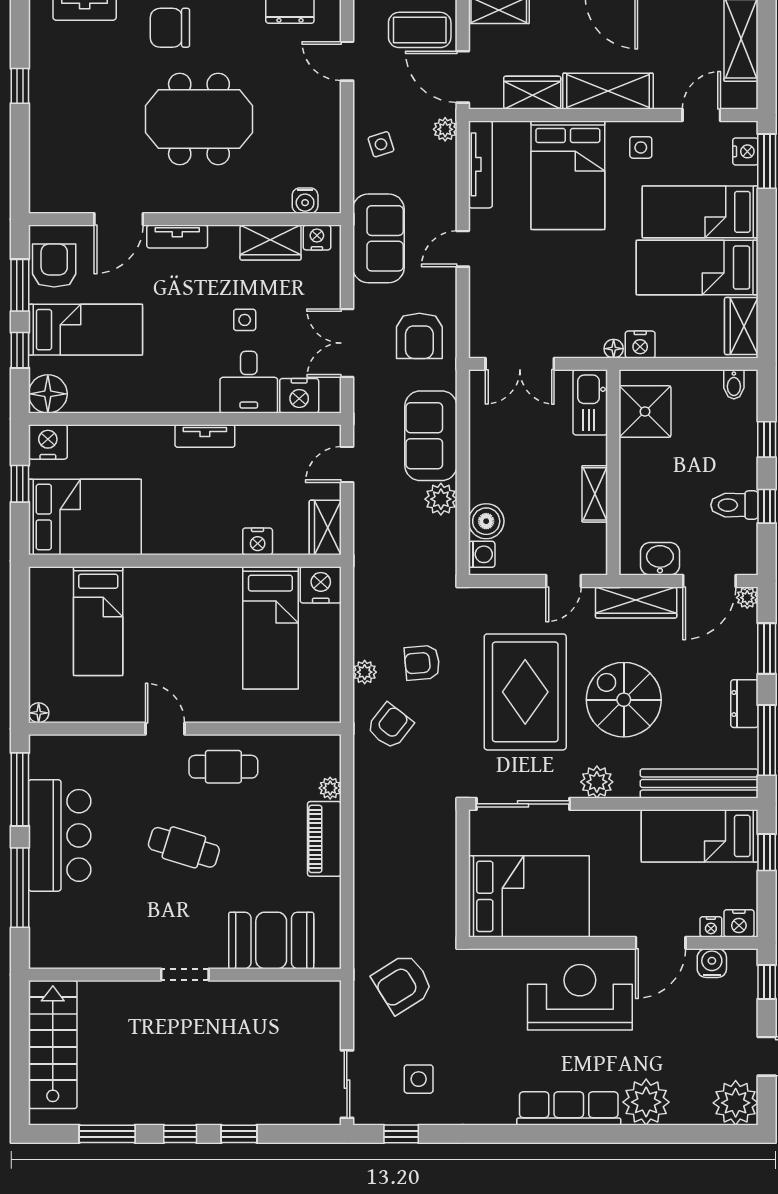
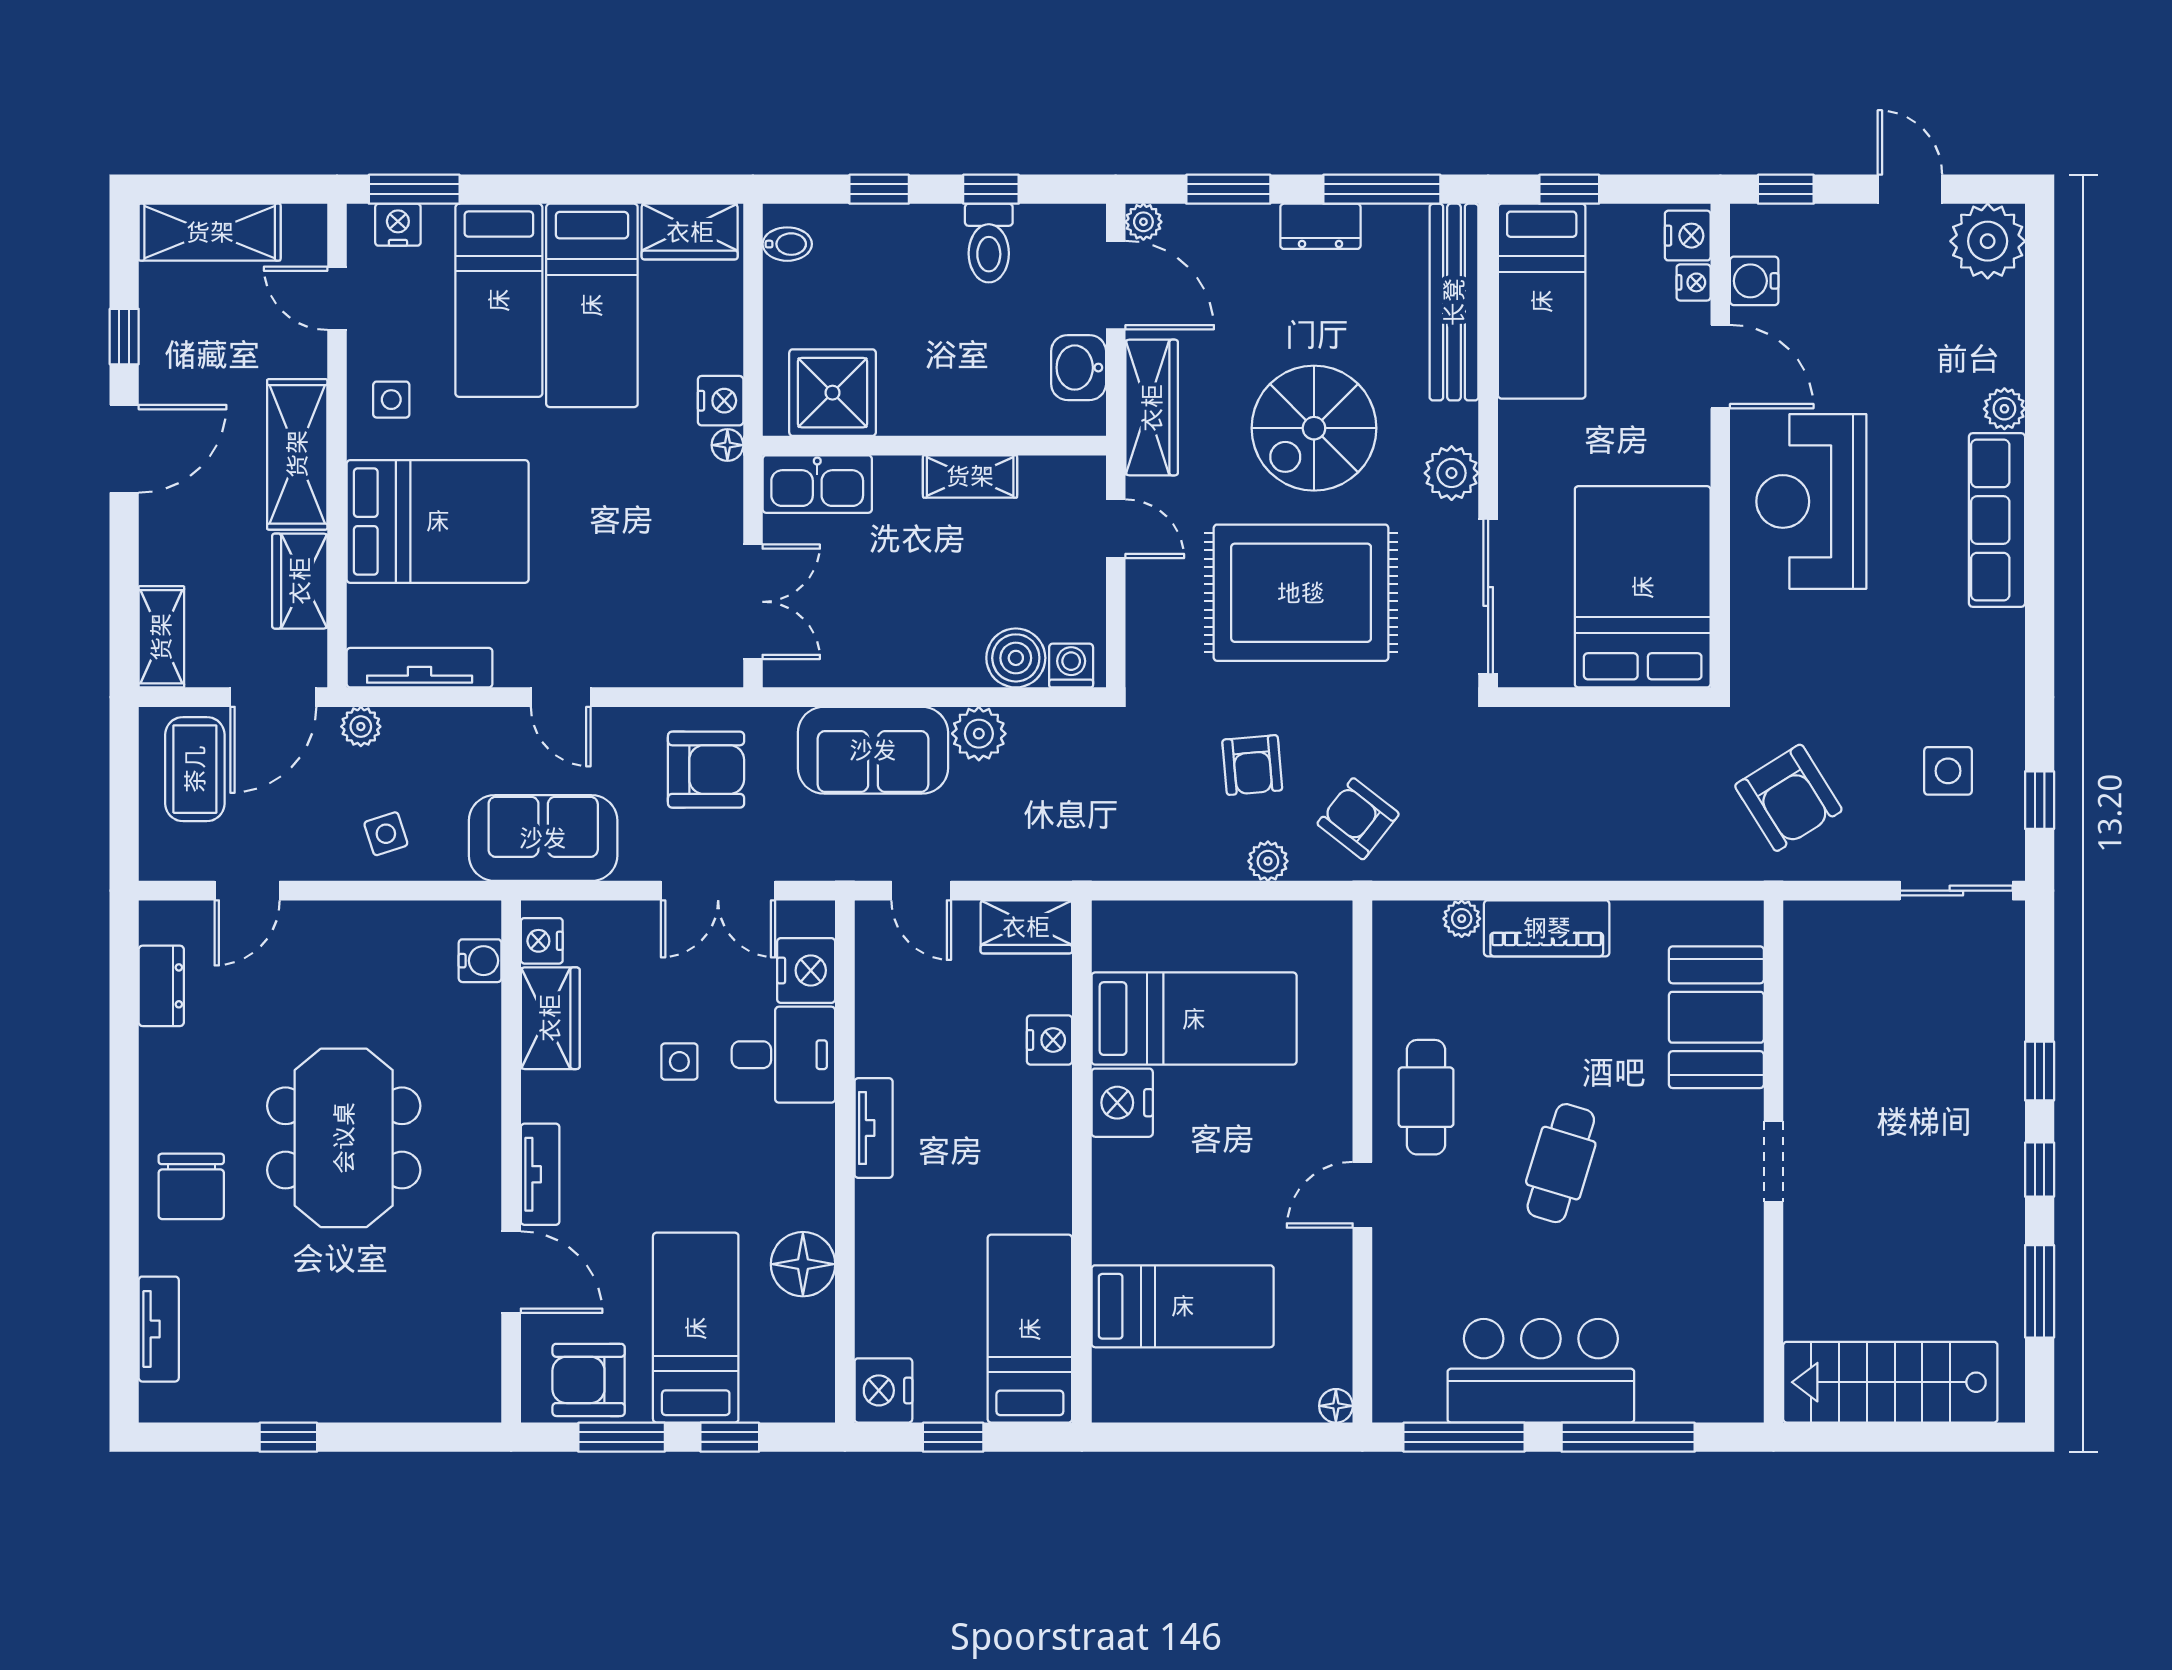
floor lamp: (48, 394) -> (803, 1264), moved
bed: (85, 517) -> (1030, 1329), width x0.67
nightstand: (321, 585) -> (1122, 1103), moved
plant: (646, 1102) -> (2004, 409), width x0.53, depth x0.53

